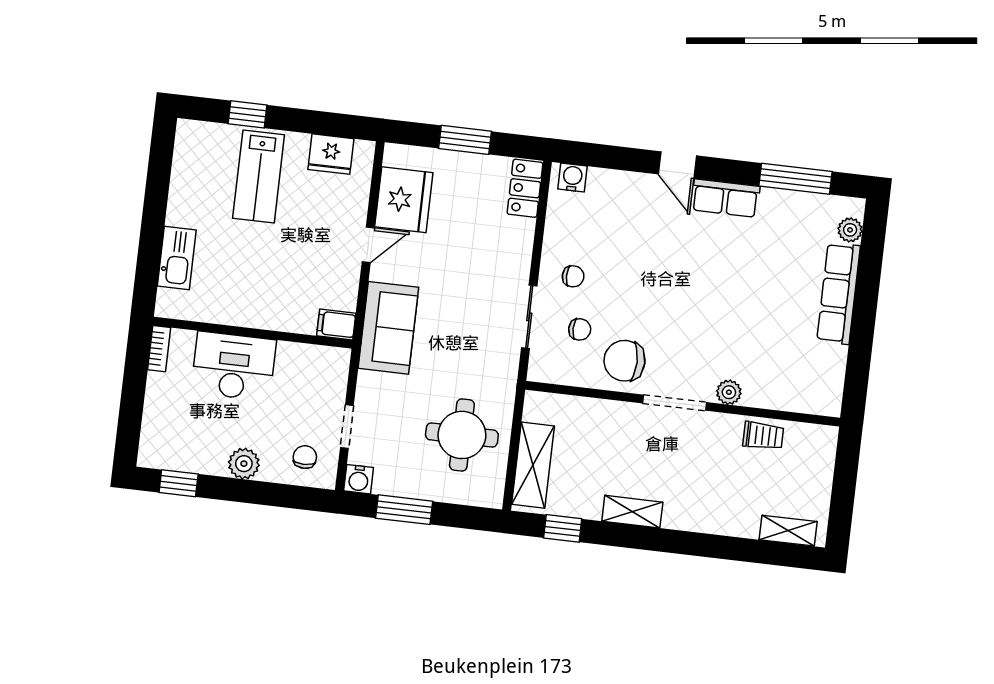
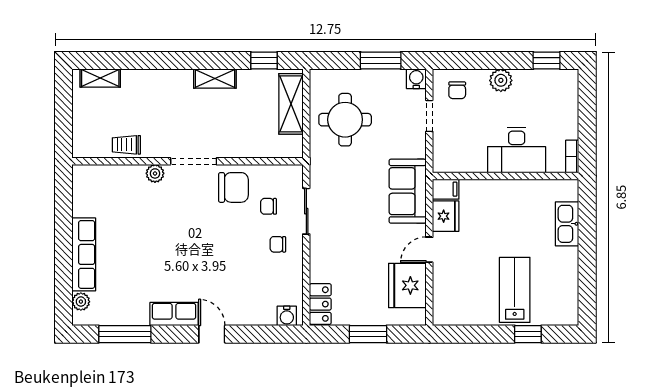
fridge: (331, 154) -> (446, 216), moved, turned 90

